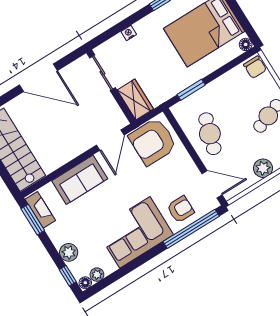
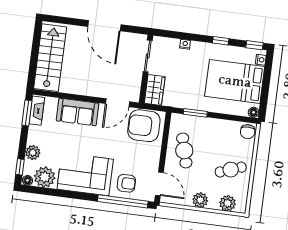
cafe table: (210, 134) -> (184, 150), turned -32
plant: (97, 275) -> (45, 177), width x1.88, depth x1.88

